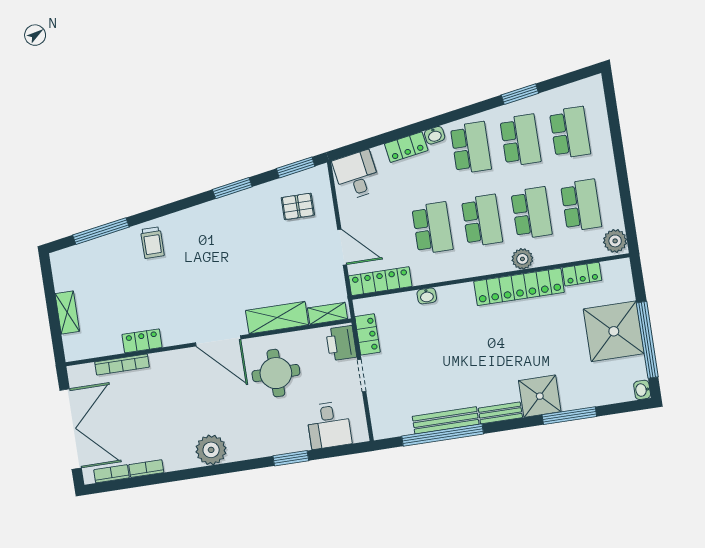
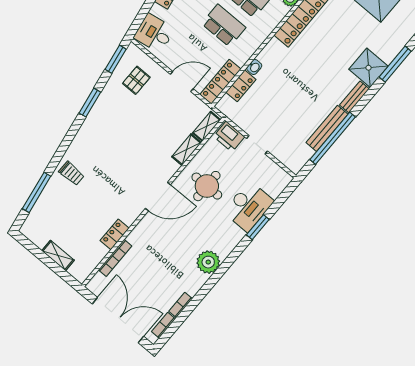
shelving: (277, 318) -> (187, 150), width x0.67, depth x0.75
locker: (367, 334) -> (241, 86), moved, turned 90
desk: (329, 425) -> (248, 206), moved, width x1.37

